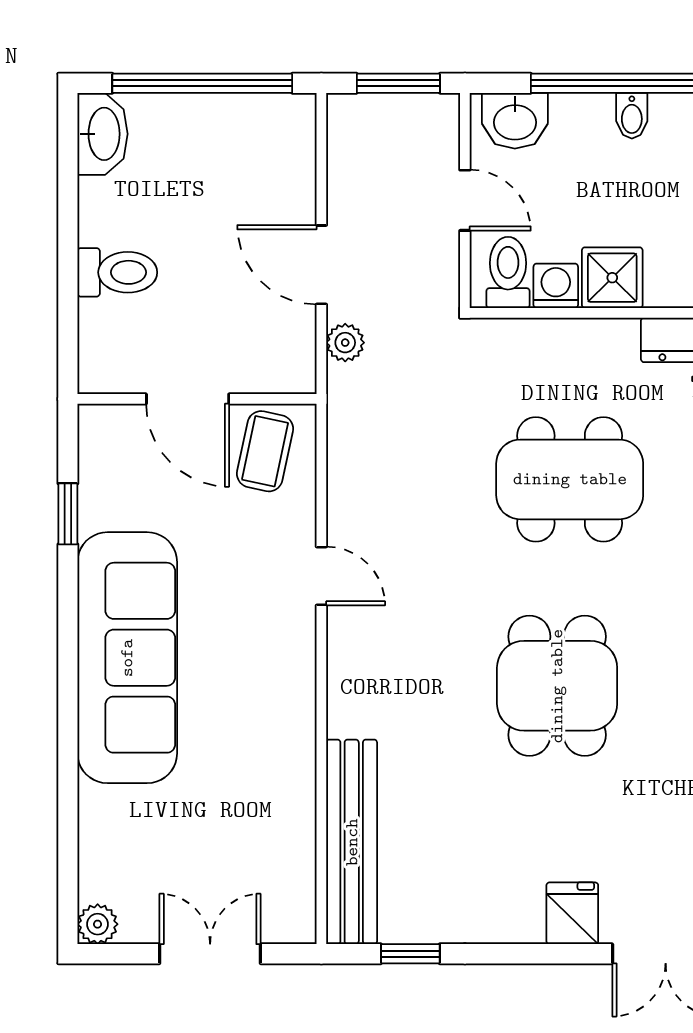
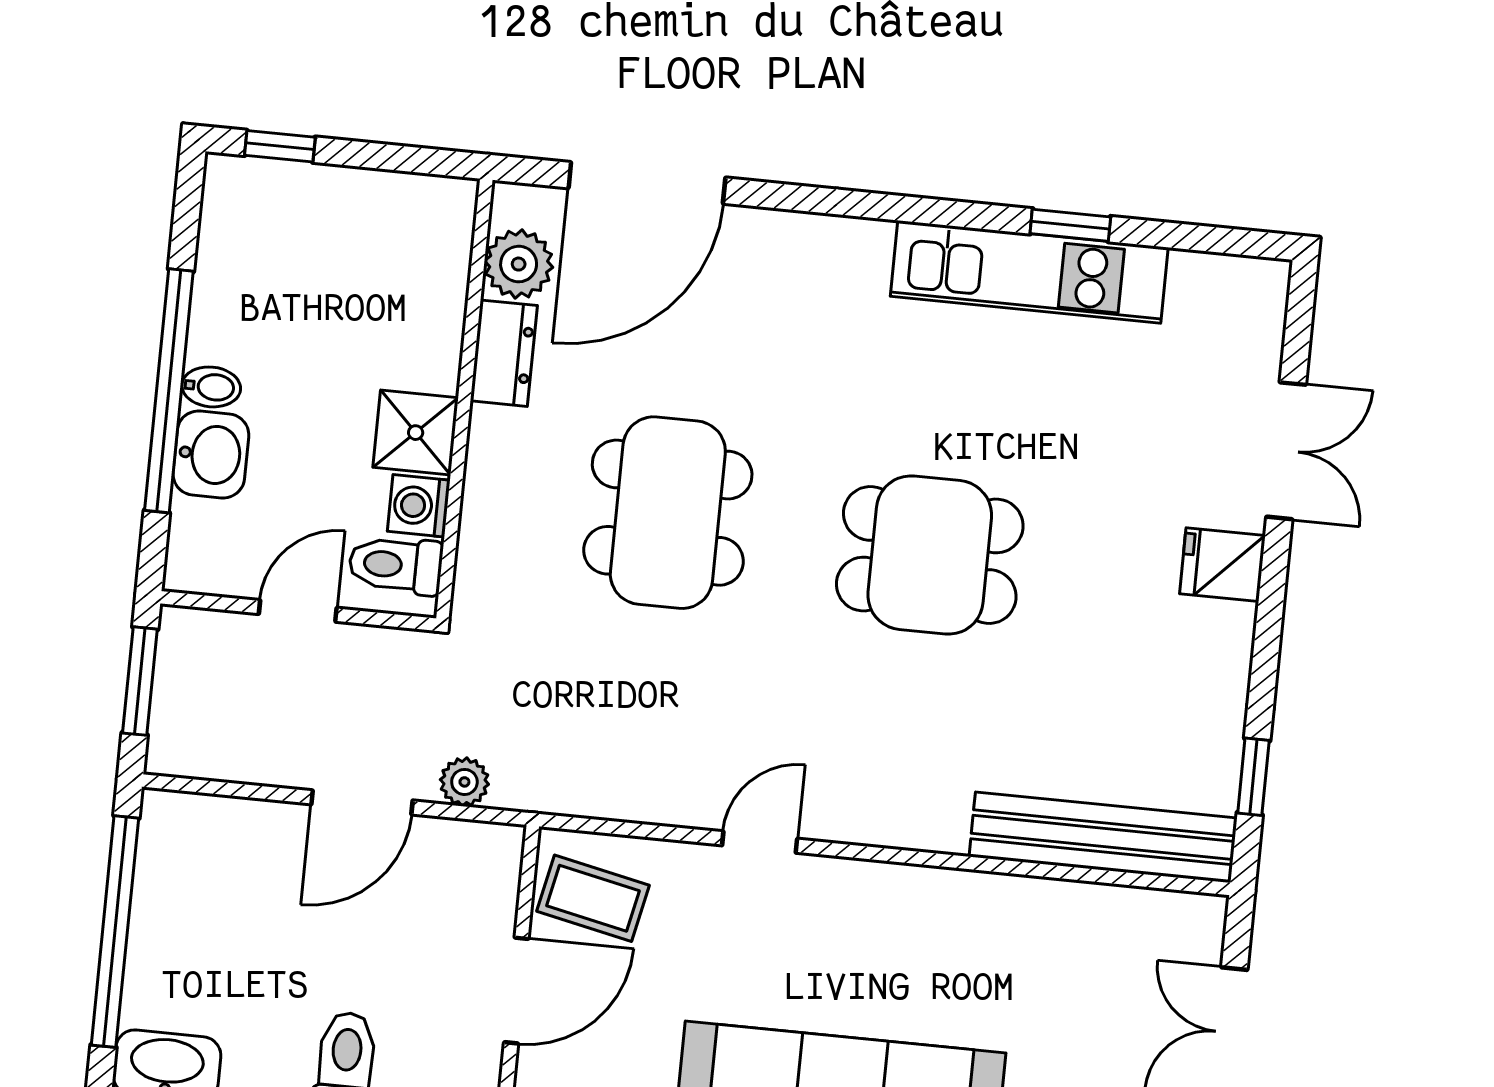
washbasin: (515, 121) -> (211, 454), moved

